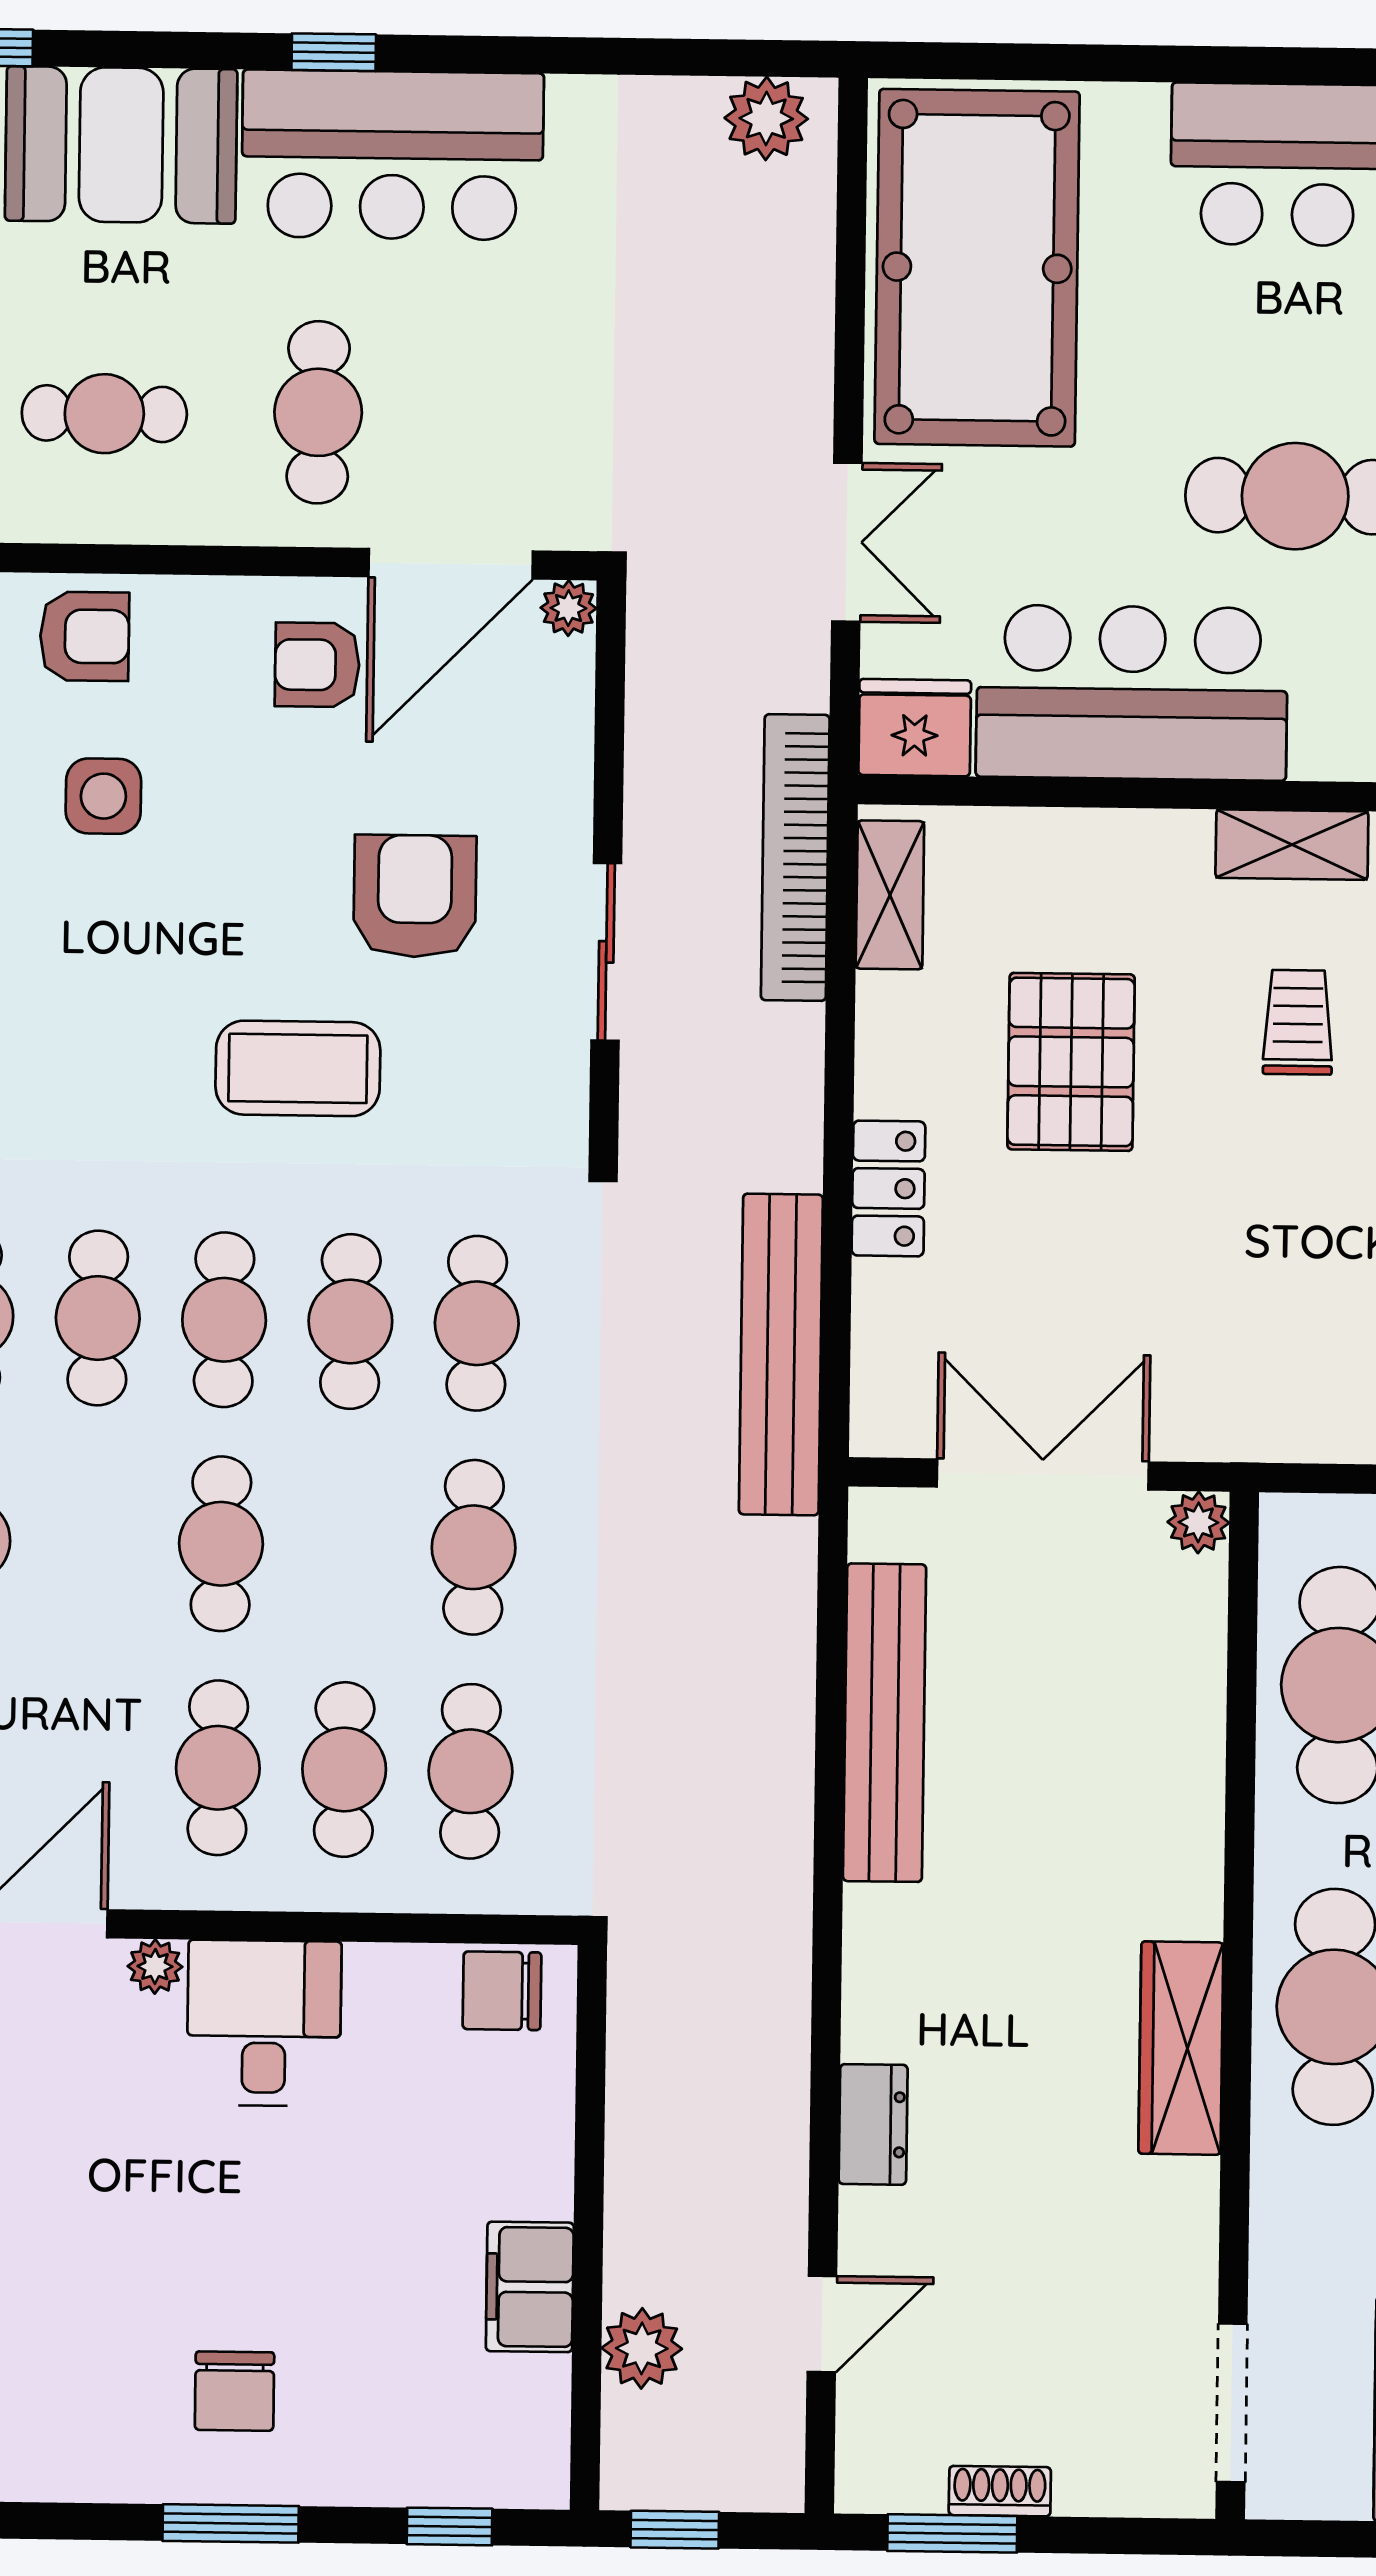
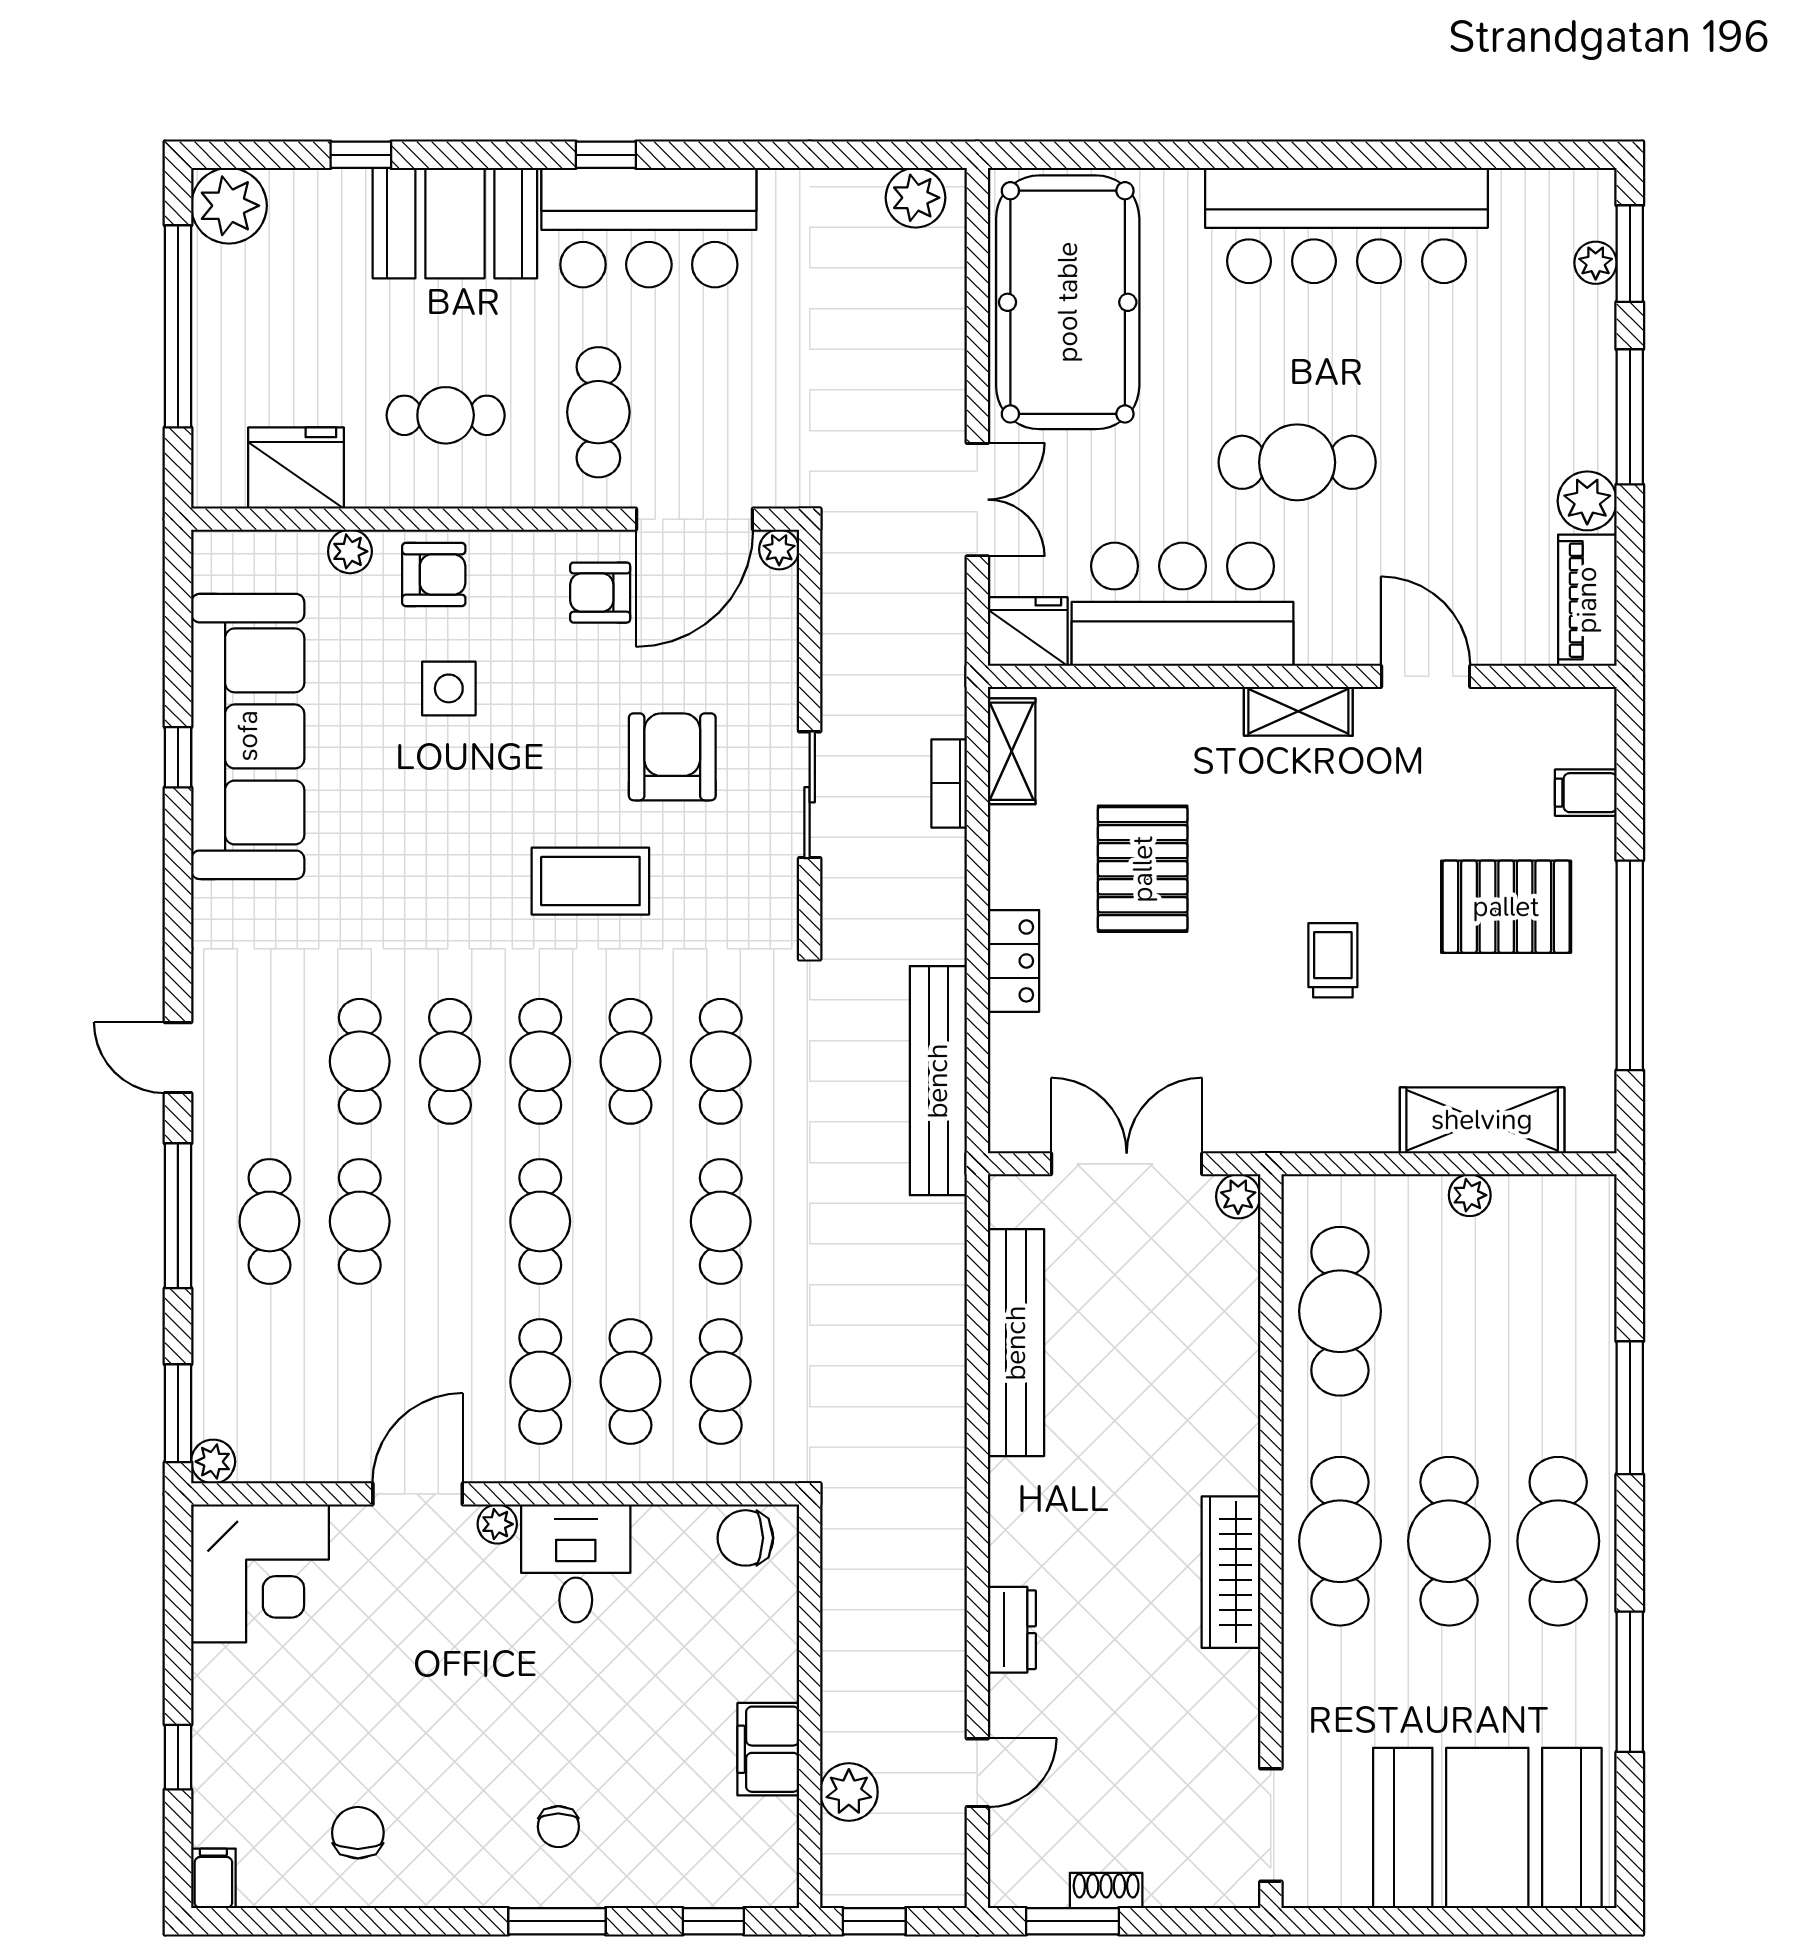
bookcase: (795, 858) -> (949, 783), width x0.43, depth x0.76
trolley: (1298, 1022) -> (1333, 960), moved
chair: (235, 2391) -> (558, 1827), width x0.73, depth x0.73

